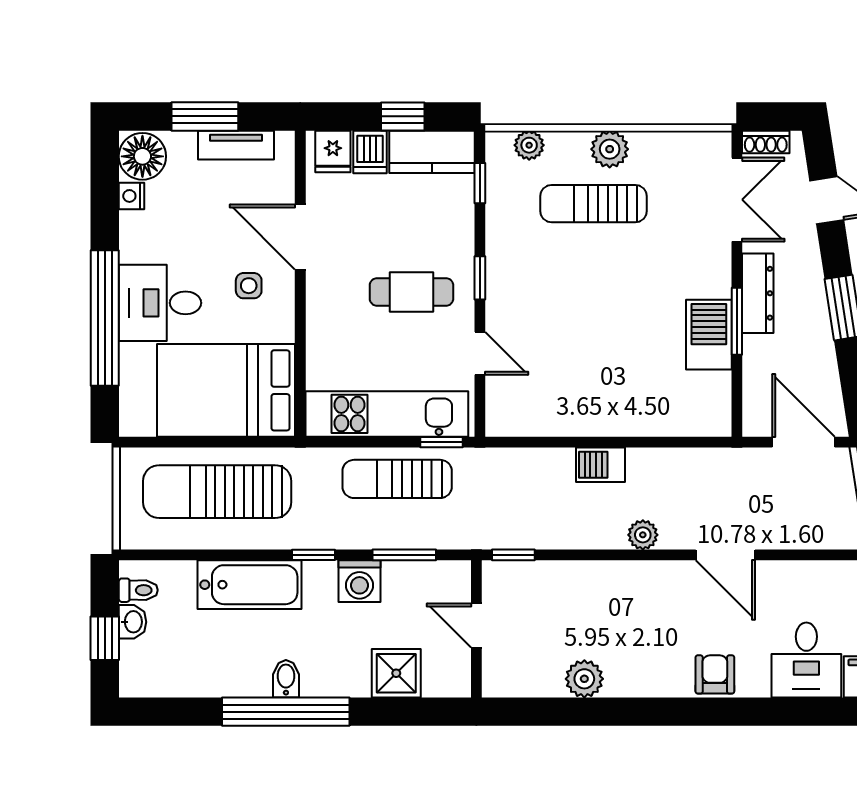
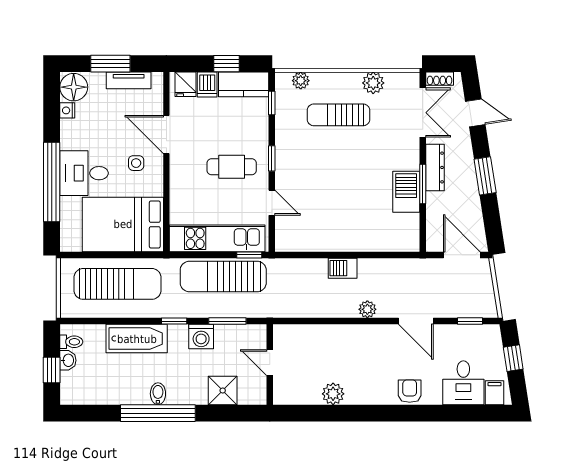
plant: (610, 149) -> (373, 83), moved
sun lounger: (397, 479) -> (223, 276), width x1.36, depth x1.34
sun lounger: (217, 492) -> (118, 284), turned 180
window: (513, 555) -> (470, 321), moved

